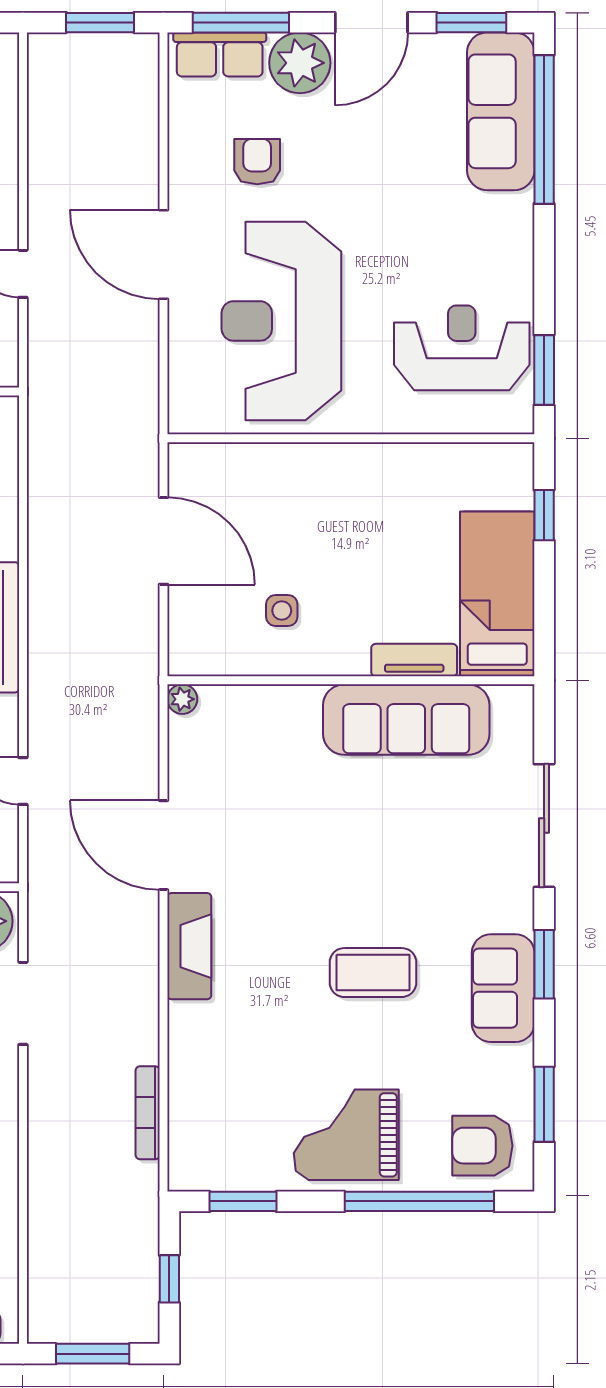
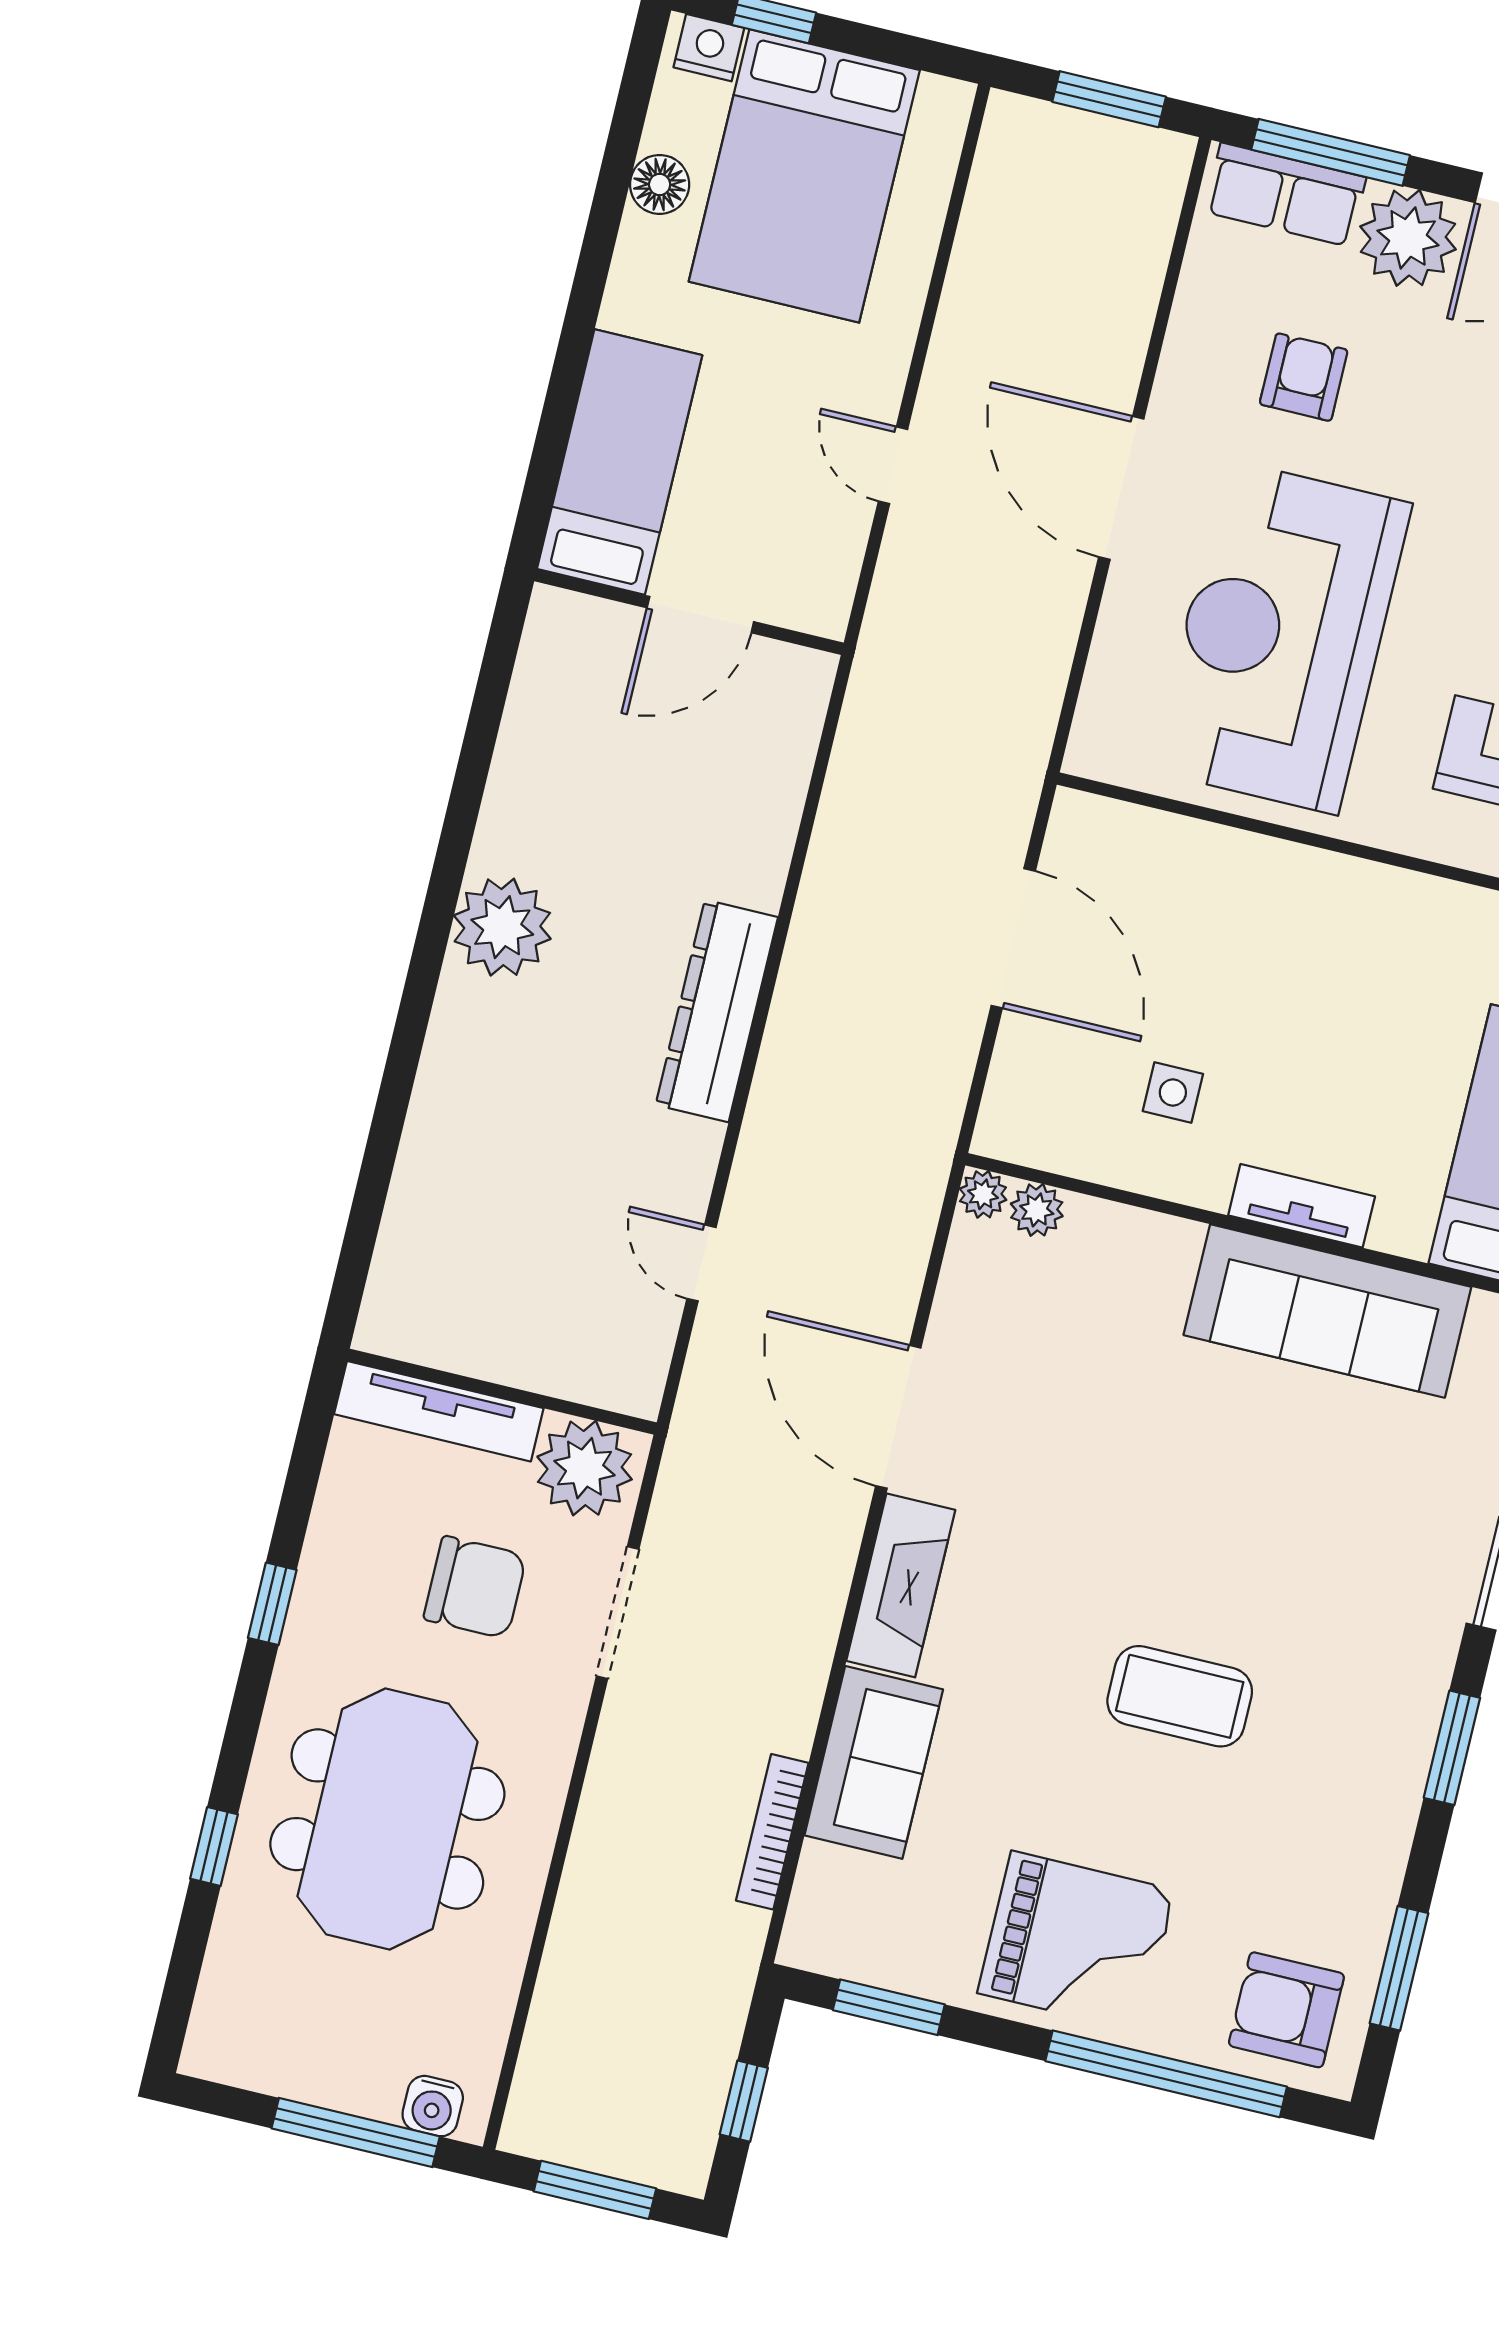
tv unit: (414, 660) -> (1302, 1206), moved
plant: (217, 701) -> (1037, 1210), added
sofa: (503, 988) -> (874, 1762), moved, turned 180
grand piano: (346, 1135) -> (1076, 1941), turned 180

